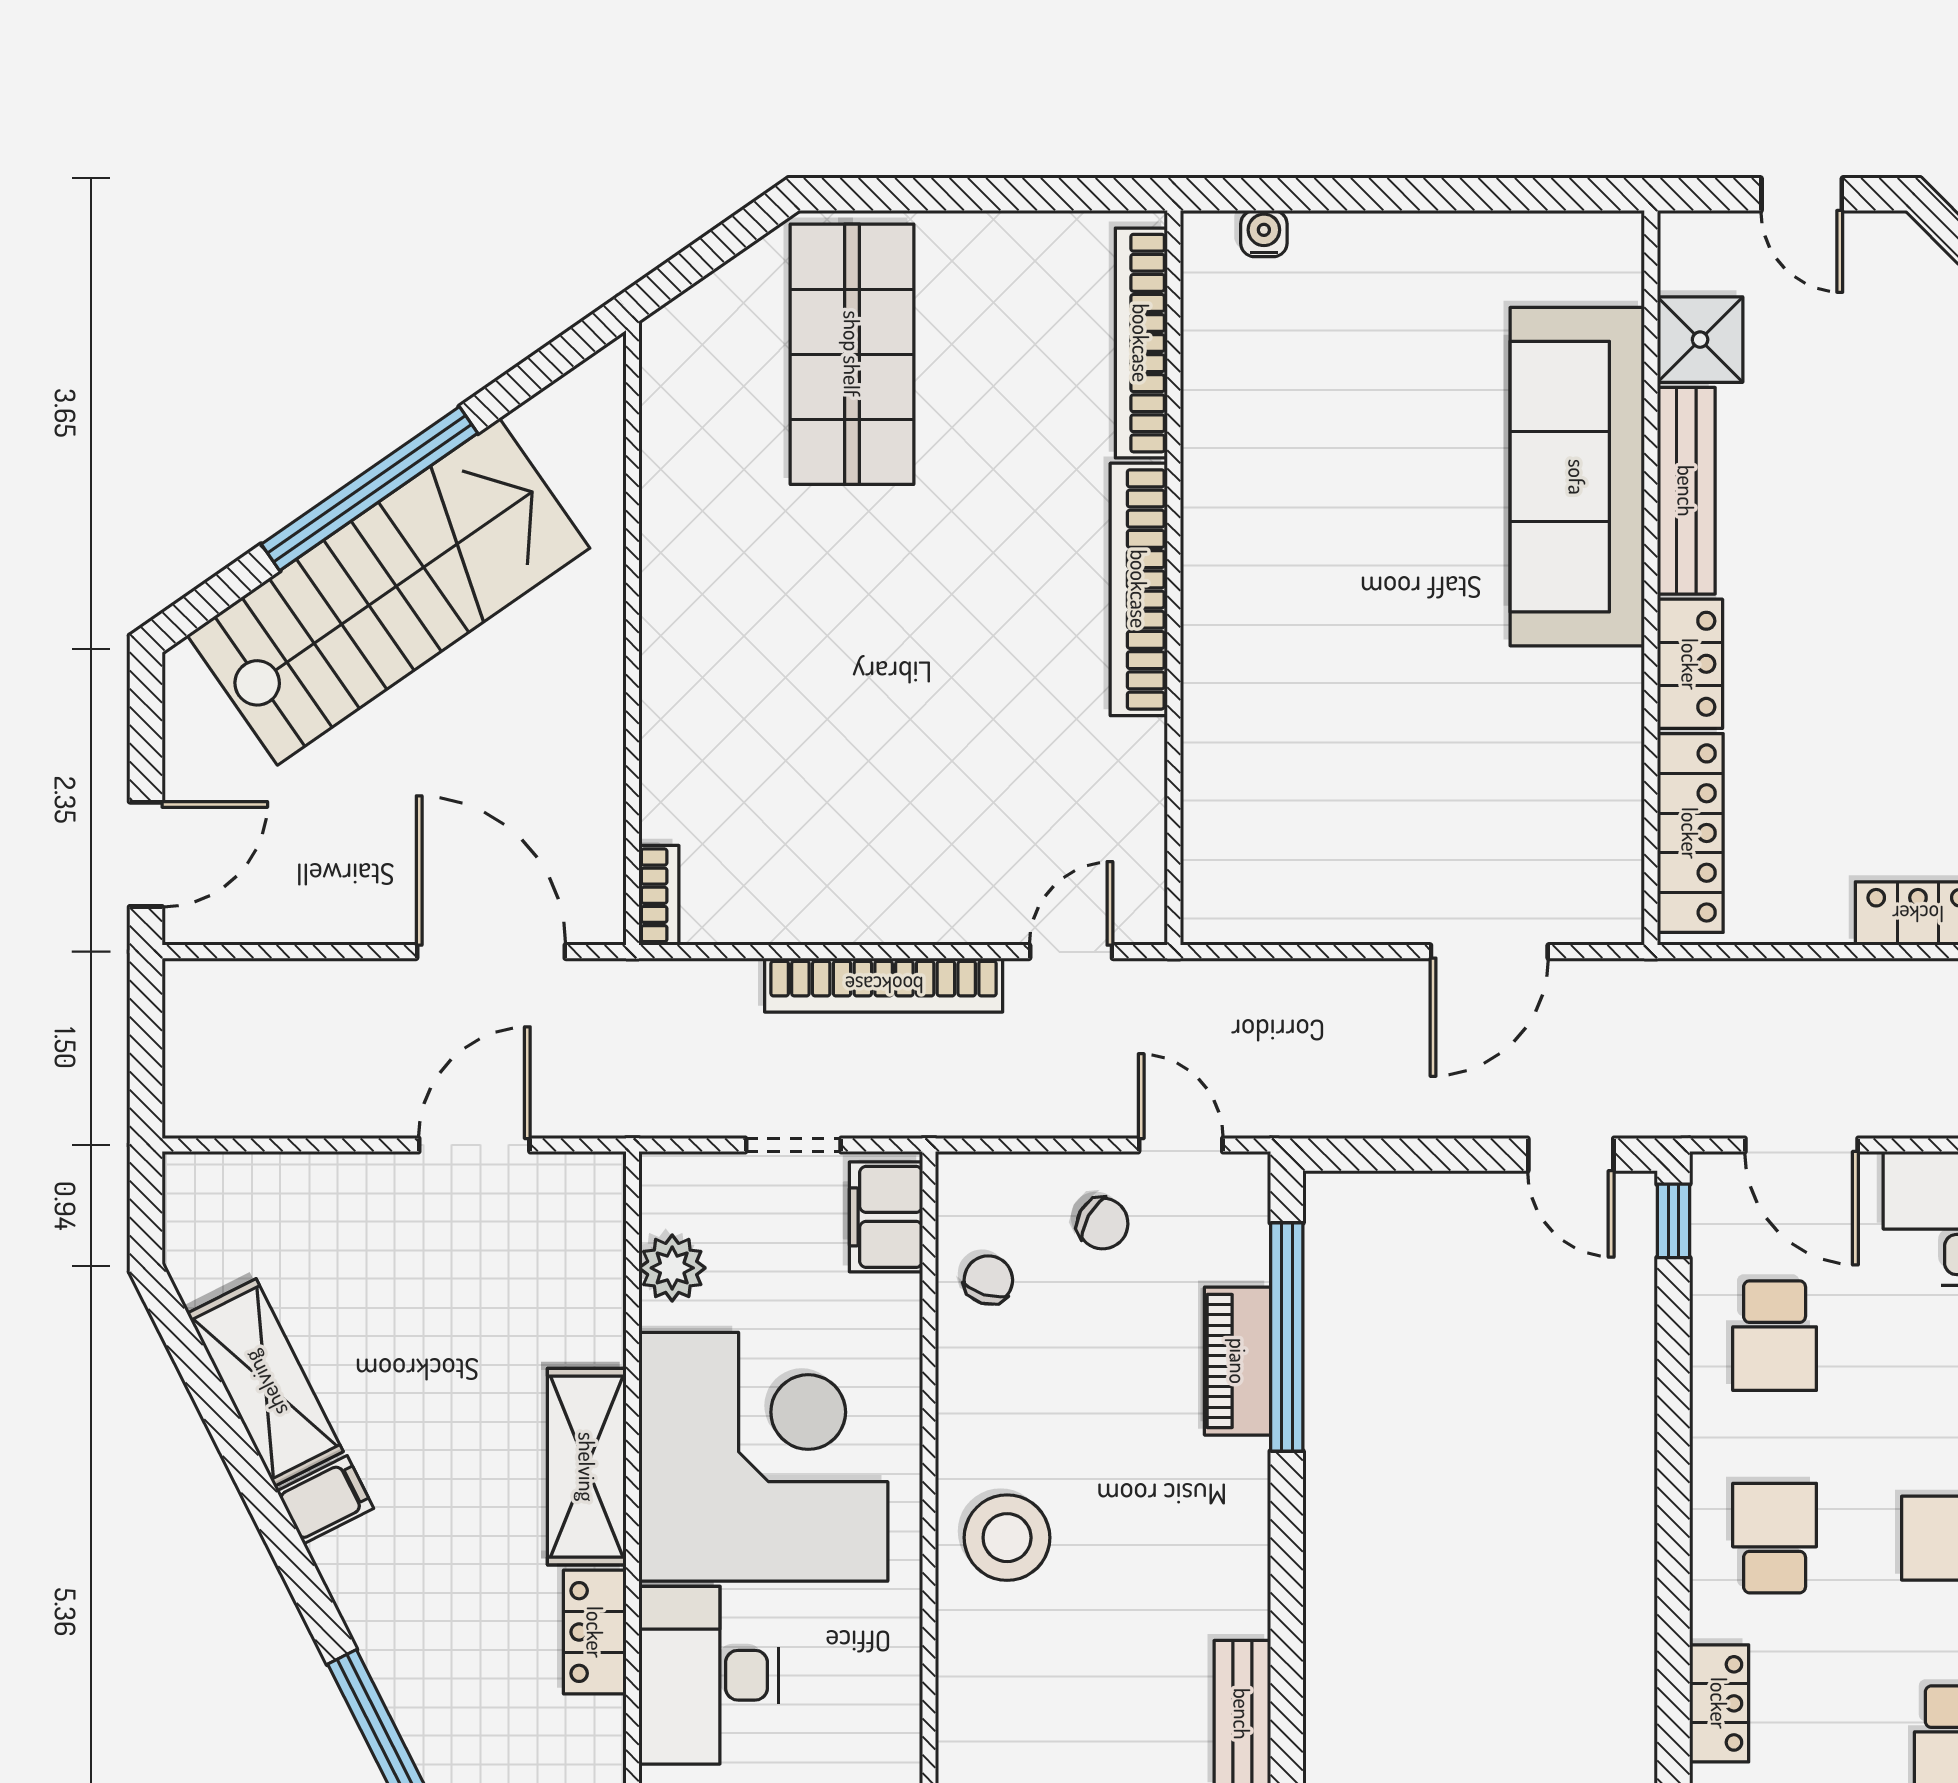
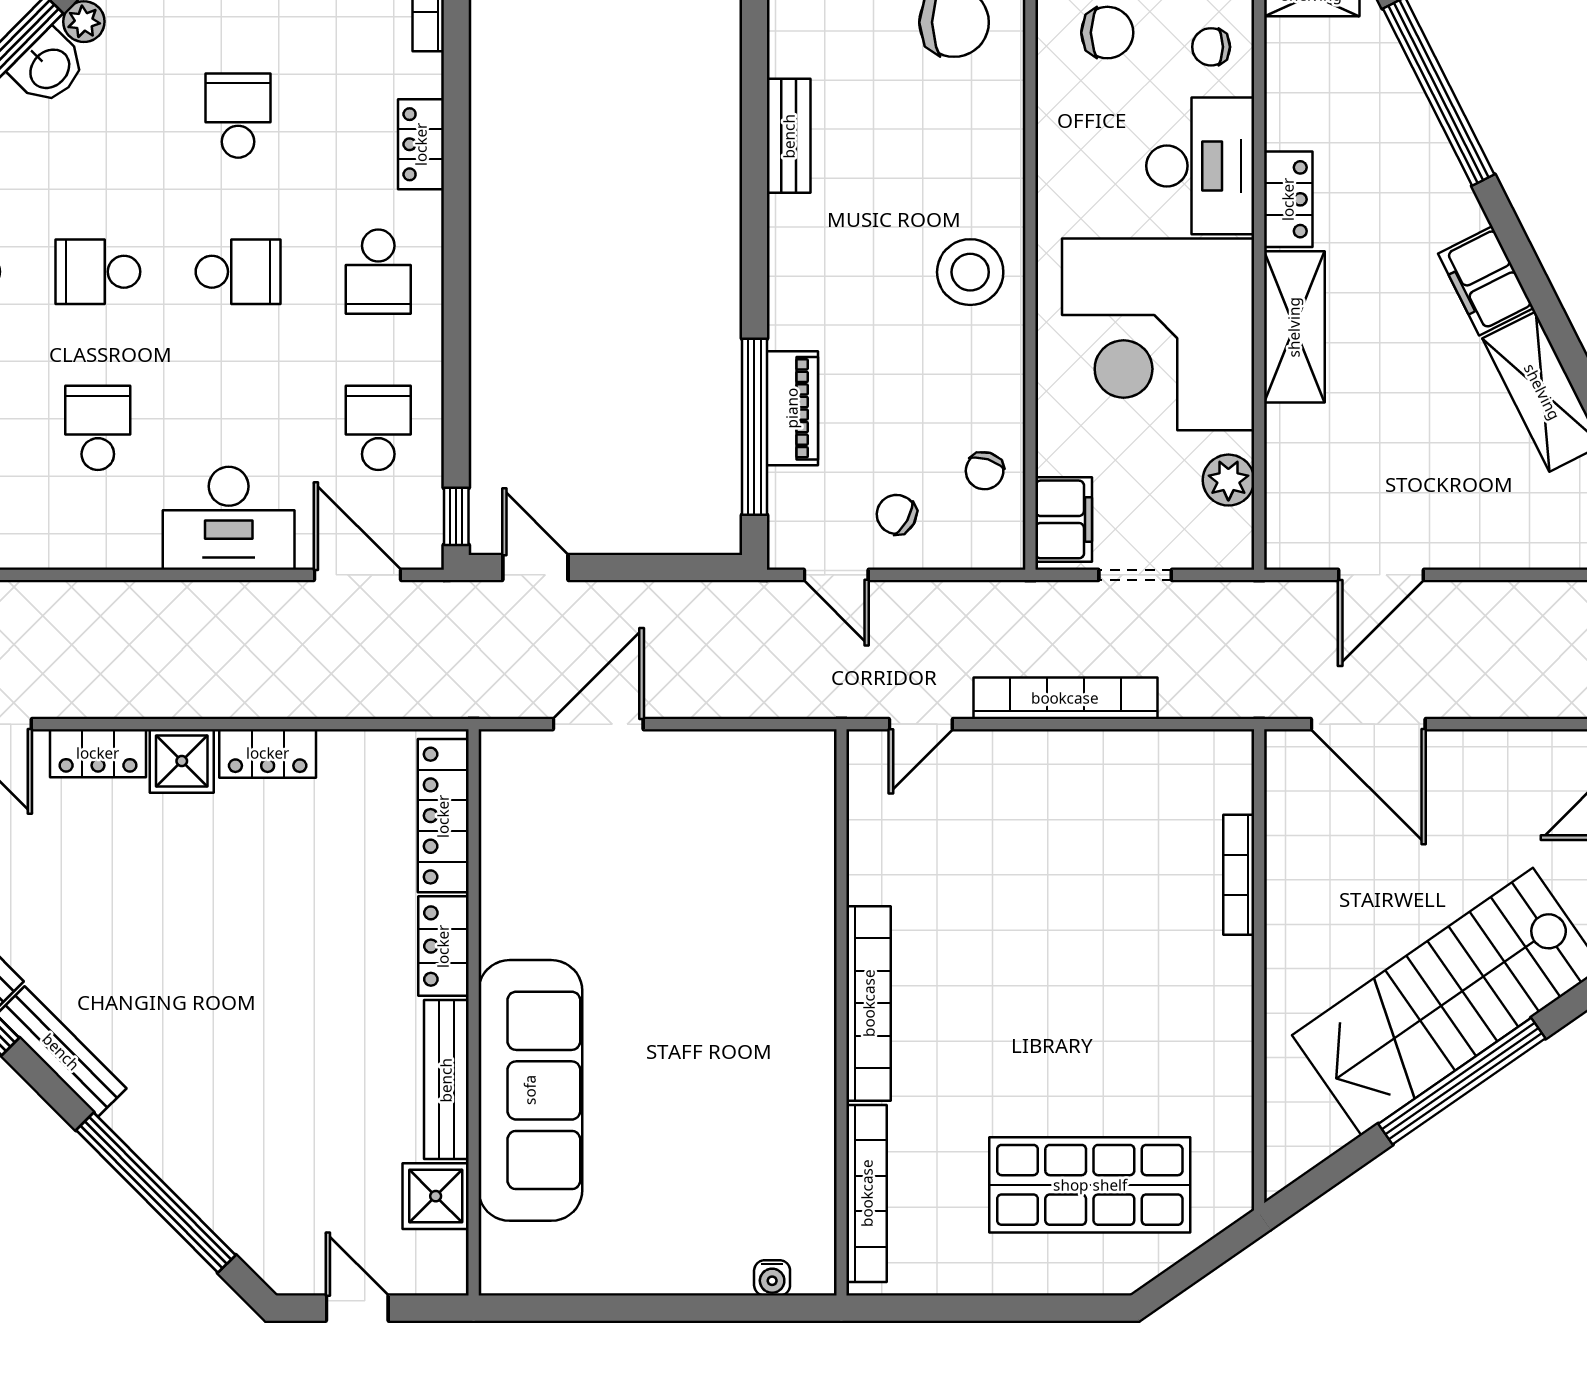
shop shelf: (852, 354) -> (1090, 1185), turned 90
bookcase: (659, 895) -> (1239, 875), moved, width x1.56
filing cabinet: (325, 1500) -> (1486, 281), width x2.00

